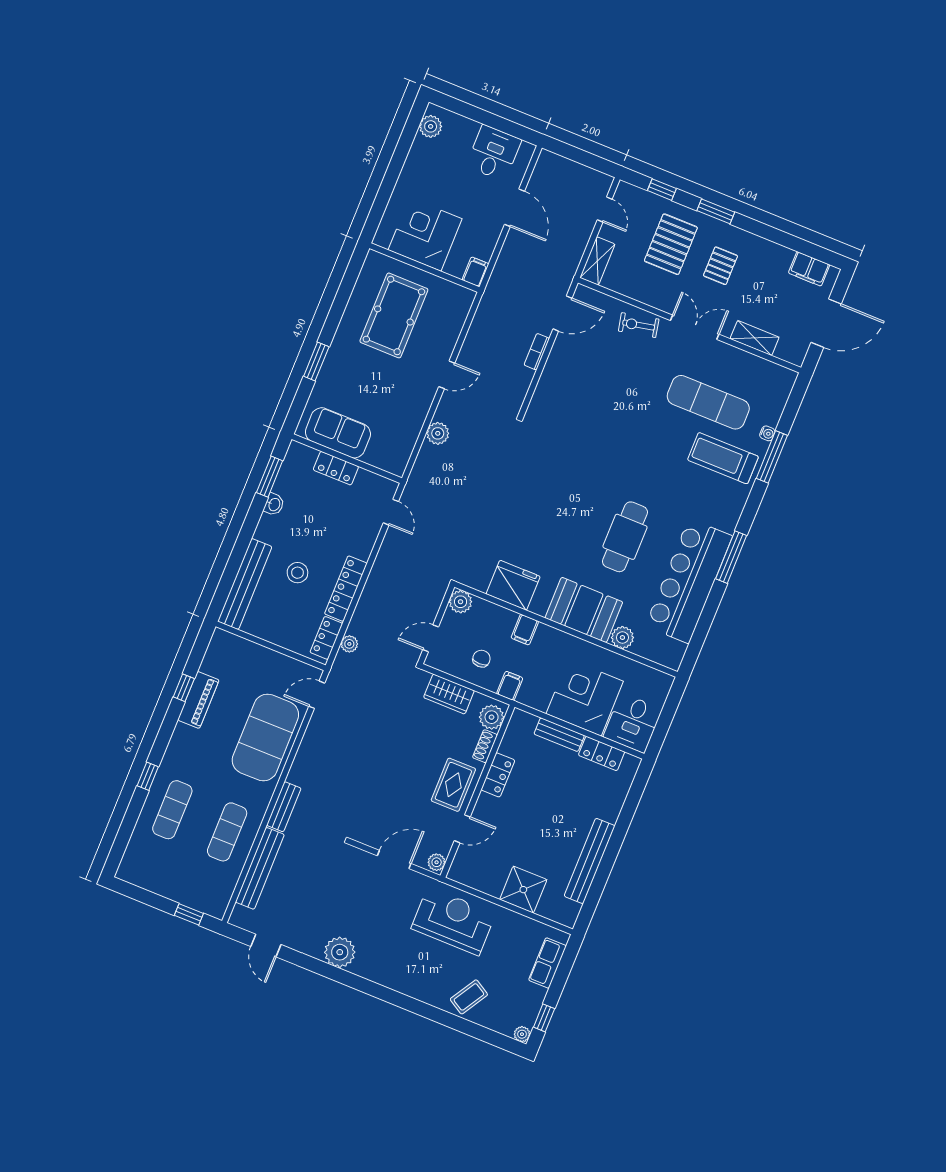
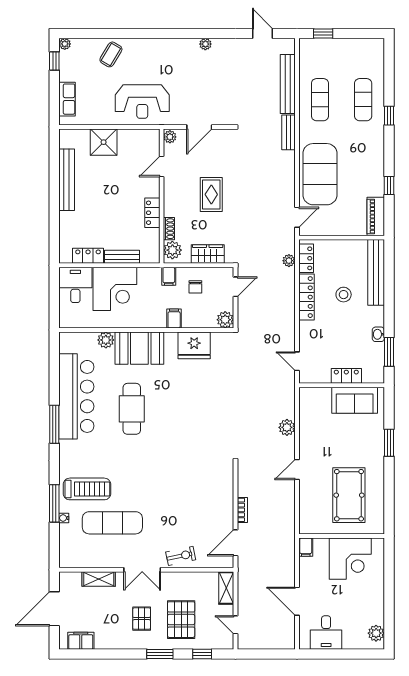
piano: (198, 700) -> (376, 216), moved
rug: (453, 785) -> (211, 194), moved
plant: (340, 952) -> (205, 44), width x0.53, depth x0.53

